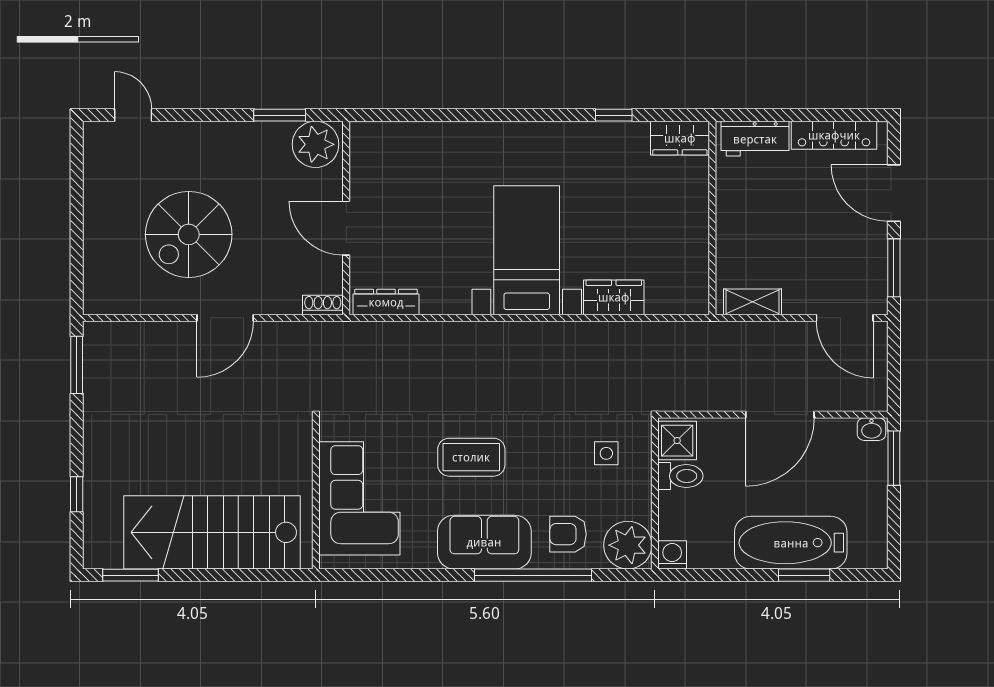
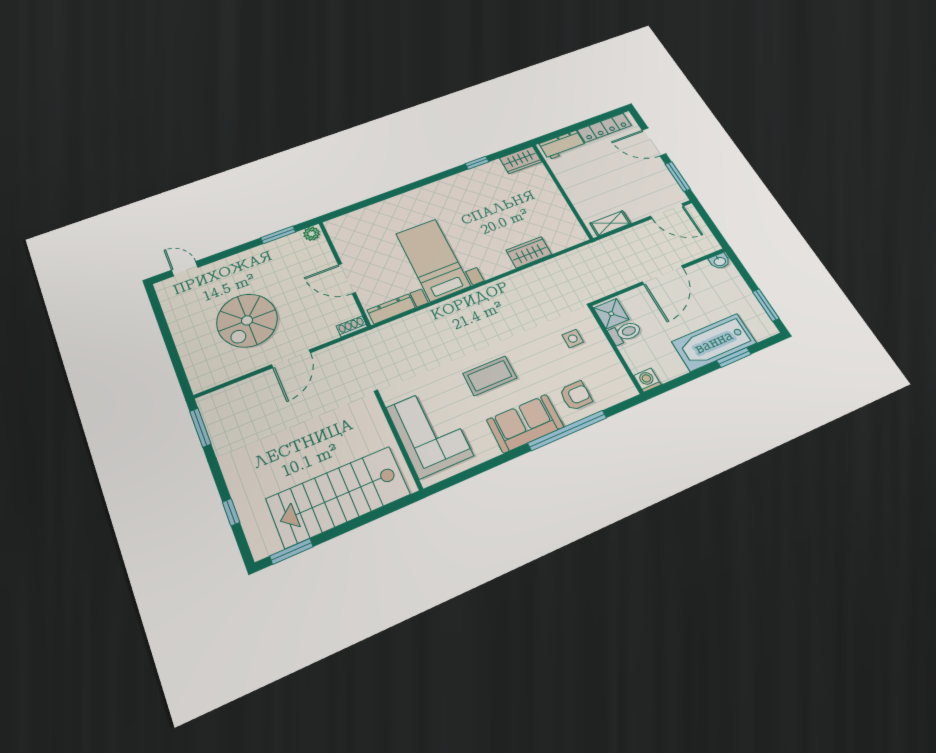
plant: (316, 144) -> (311, 234), width x0.53, depth x0.53
bed with nightstands: (527, 250) -> (433, 260), moved
window: (894, 458) -> (766, 305), moved
armchair: (568, 534) -> (576, 396), turned 180
plant: (628, 545) -> (617, 386), removed

